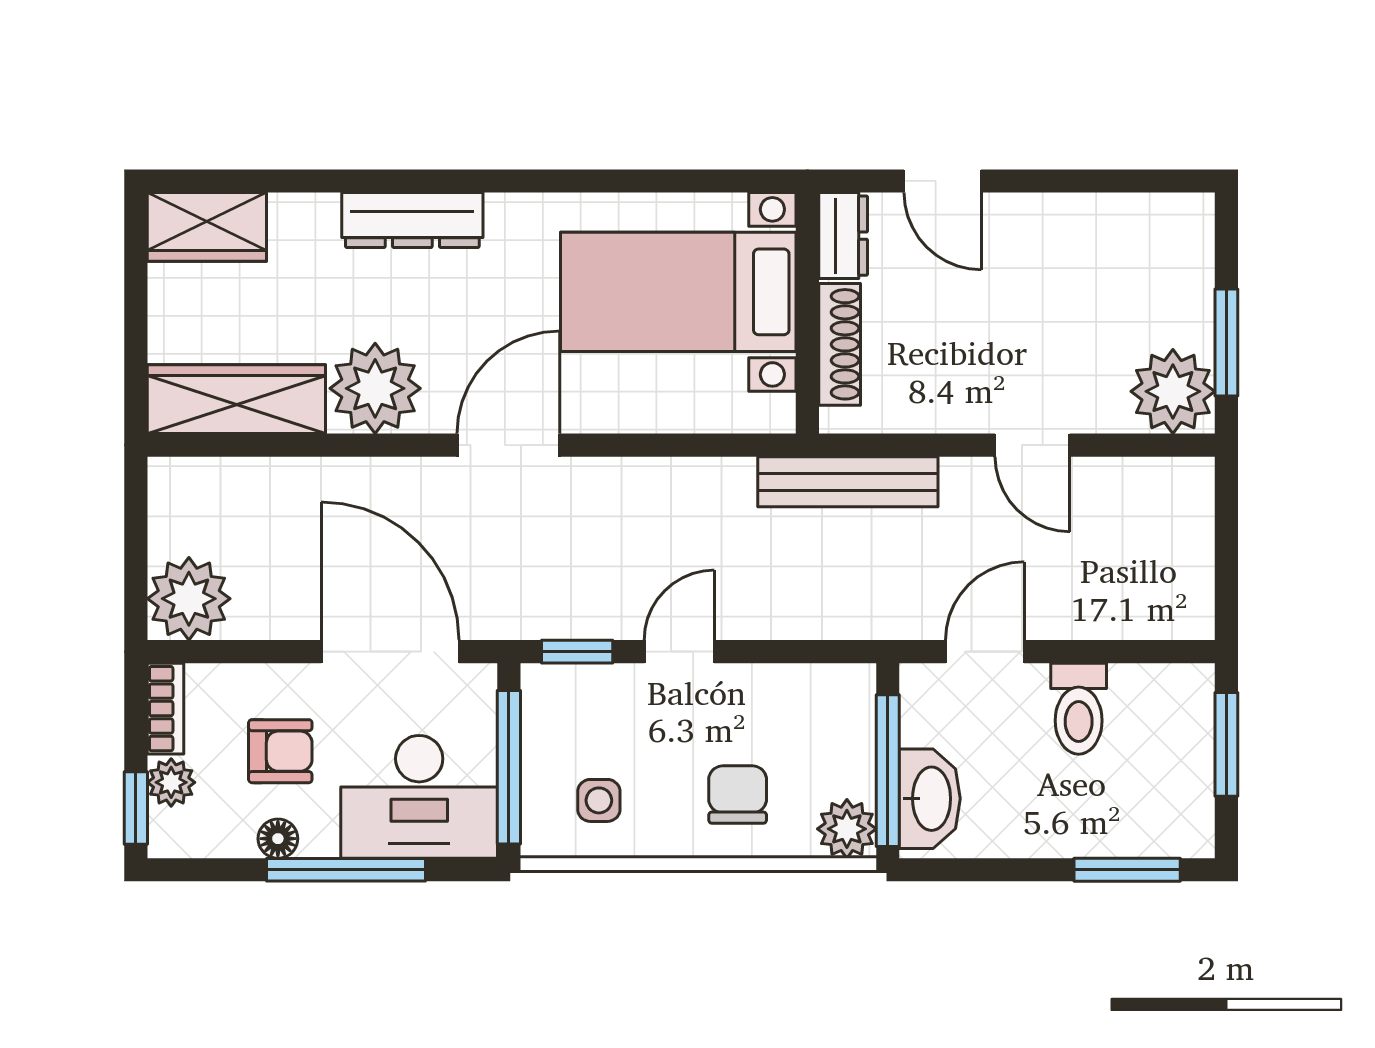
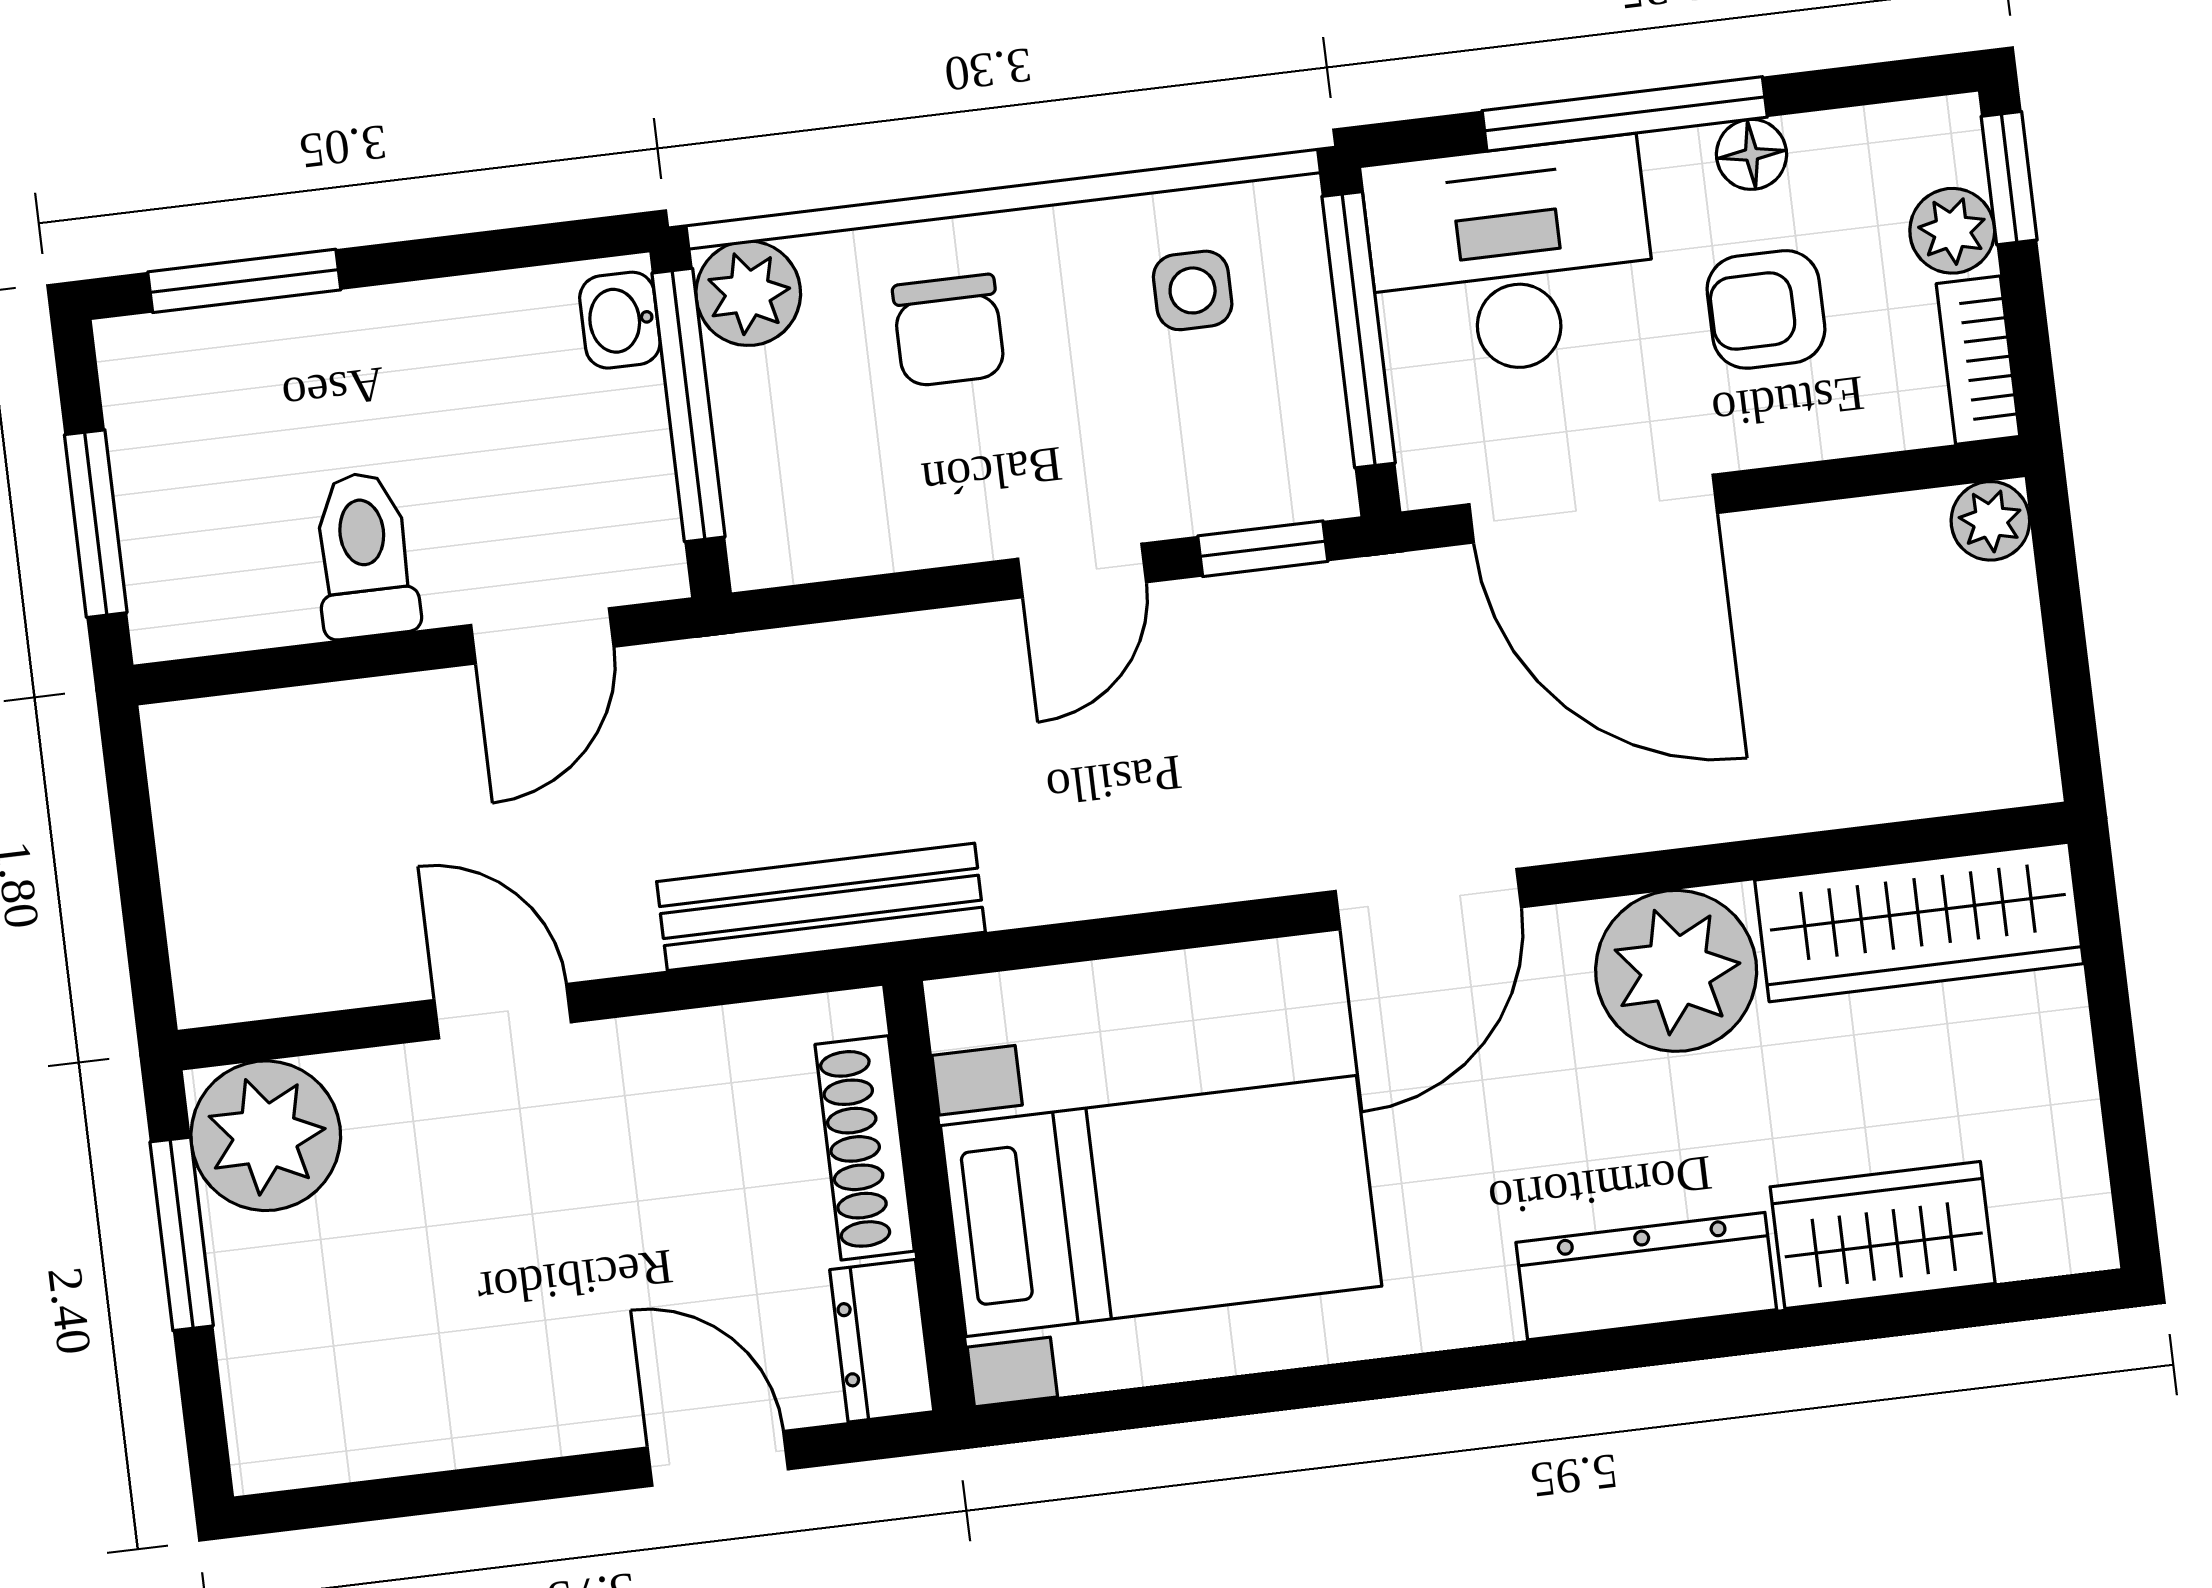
wardrobe: (207, 227) -> (1883, 1235), moved
plant: (189, 599) -> (1990, 521), width x0.53, depth x0.53
washbasin: (930, 799) -> (620, 320), width x0.52, depth x0.69

